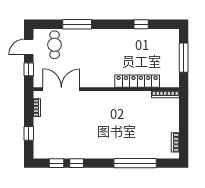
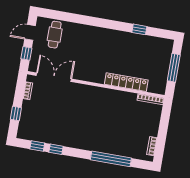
window: (77, 24) -> (79, 19), removed

